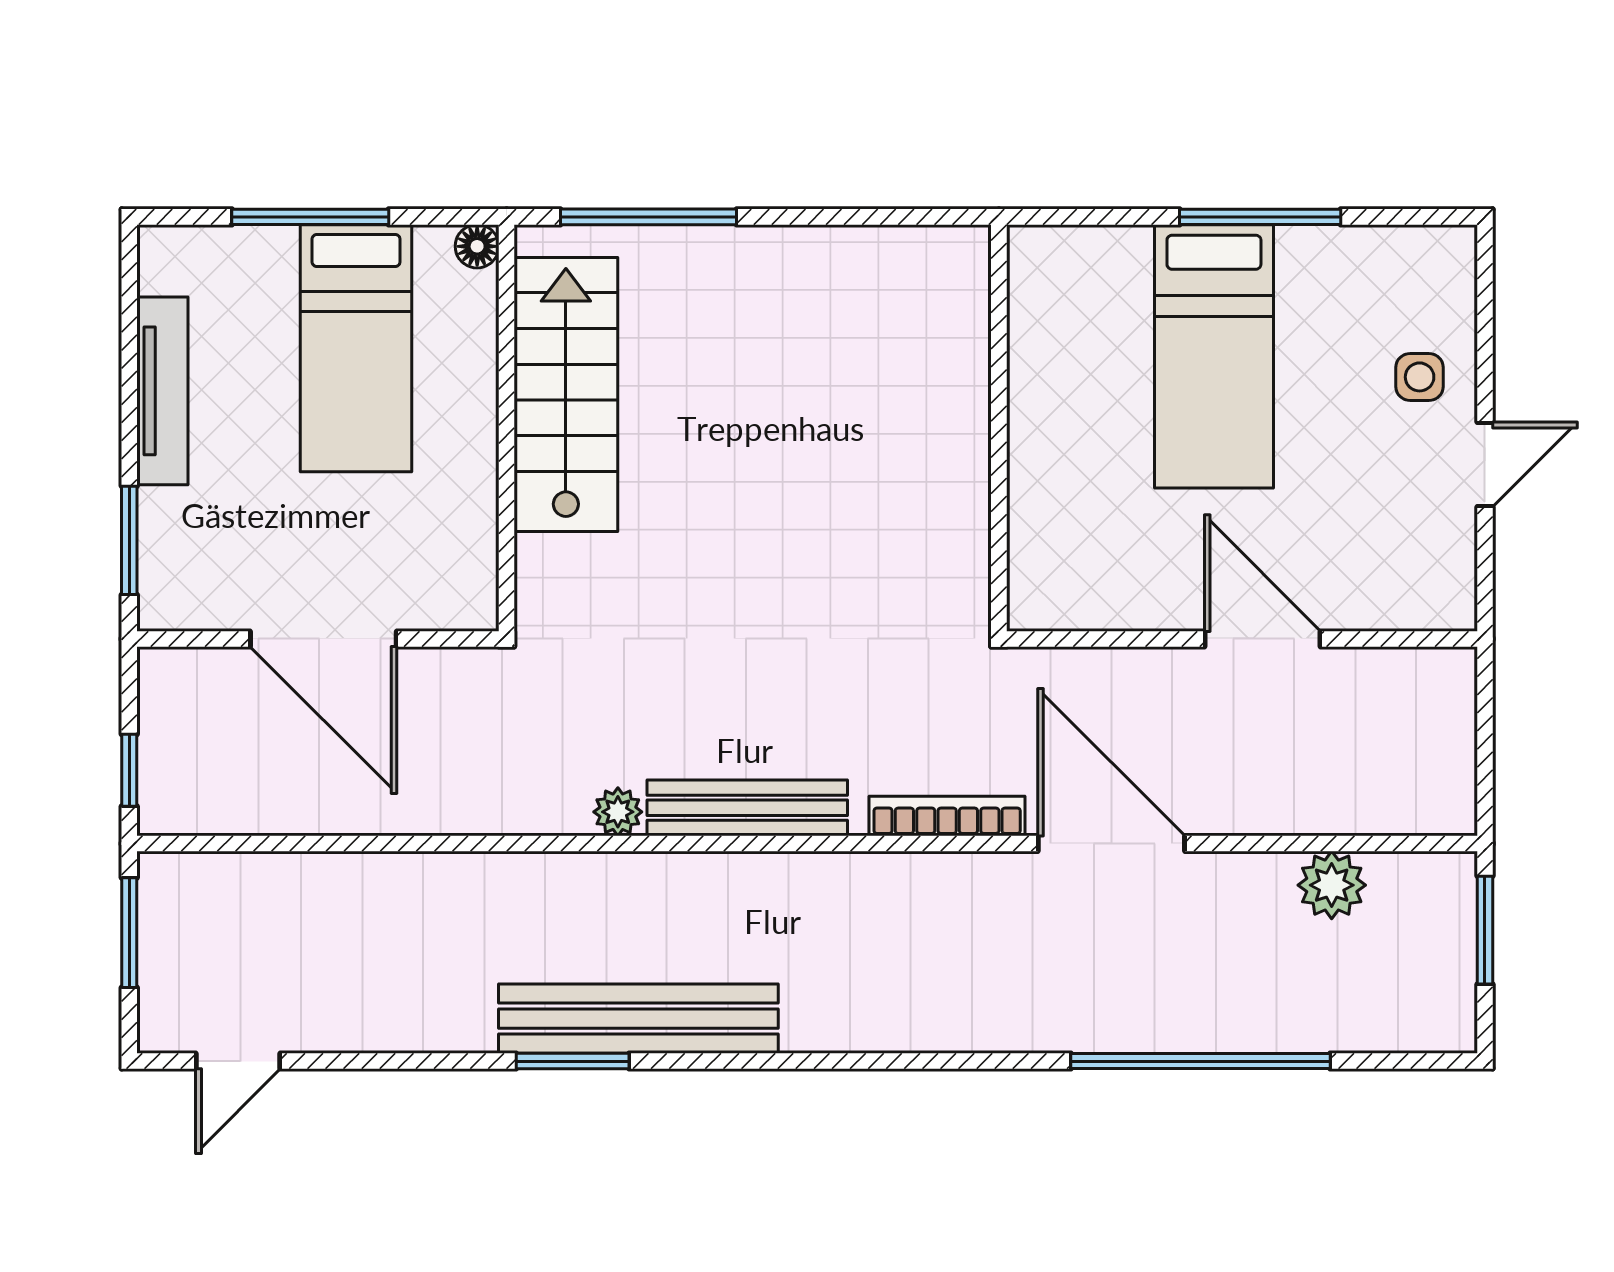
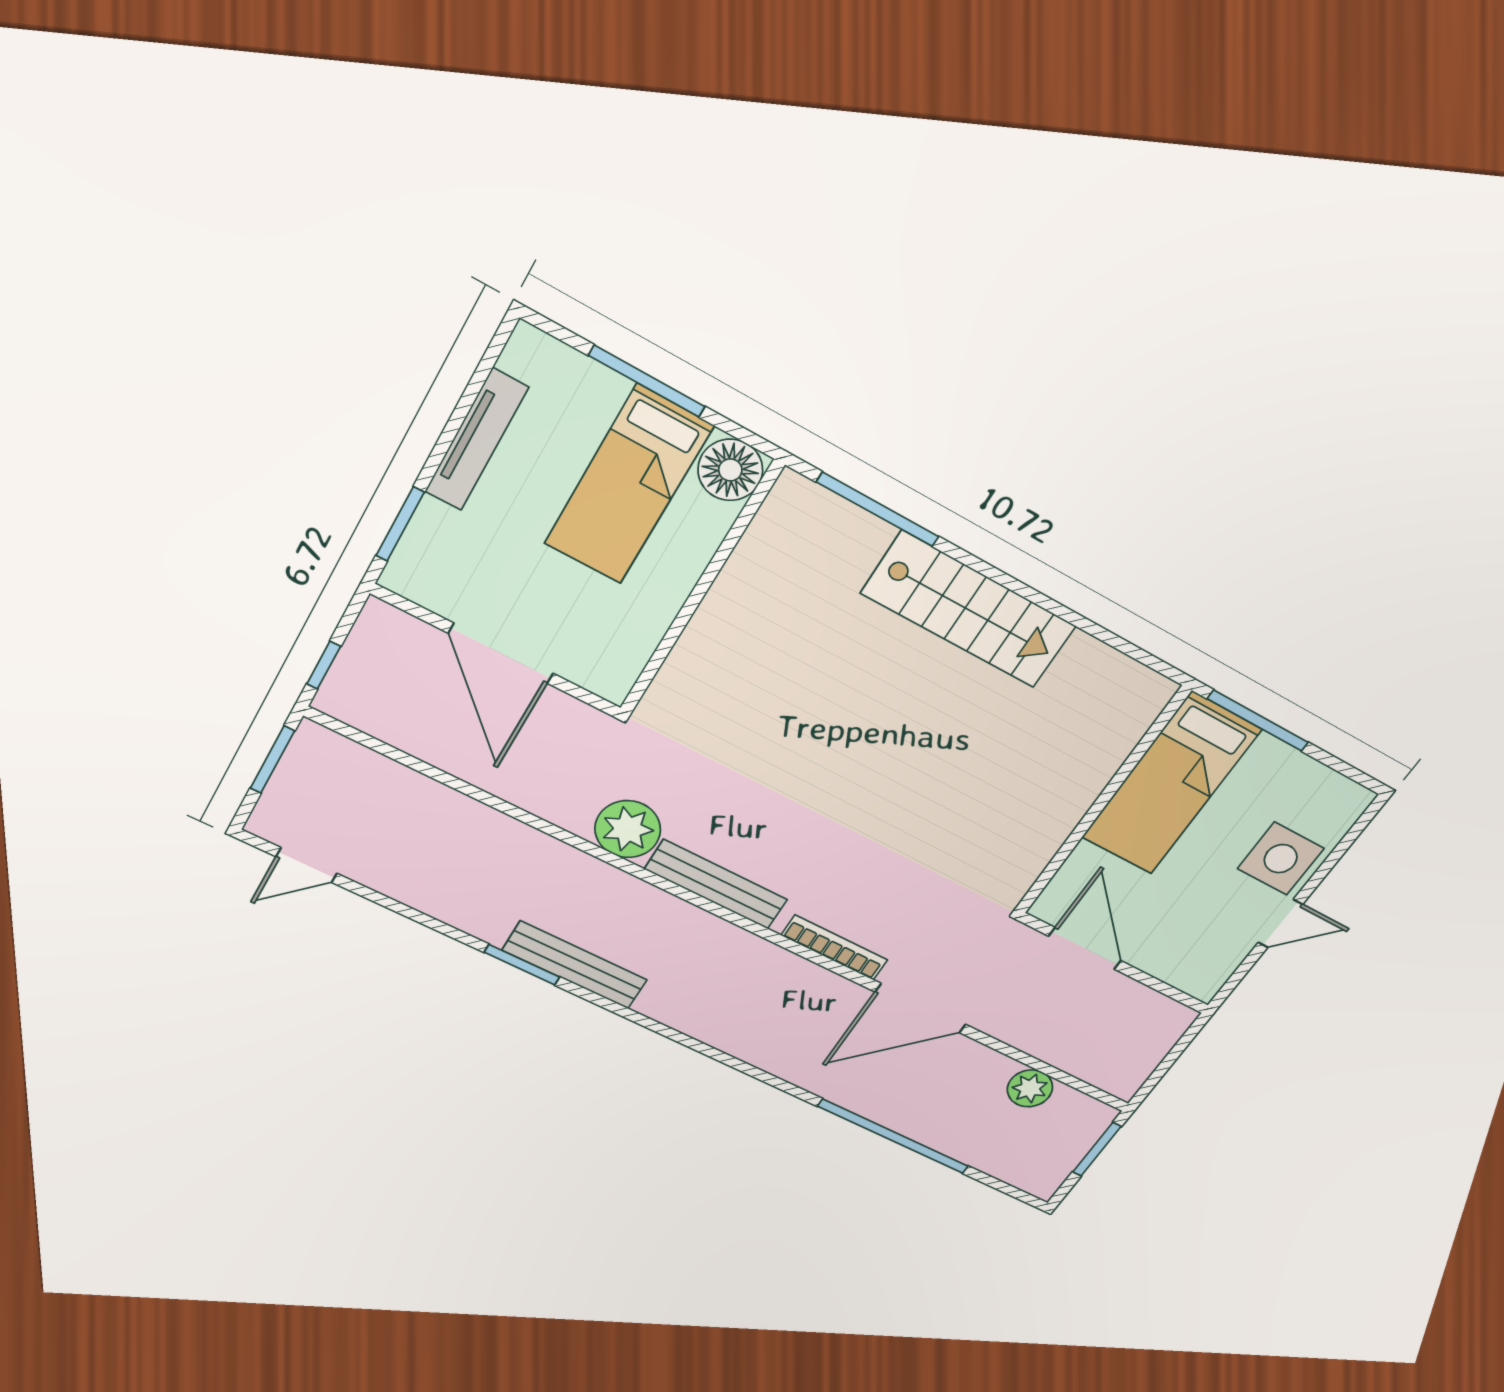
floor lamp: (477, 246) -> (730, 470), width x1.89, depth x1.89
side table: (1420, 377) -> (1281, 859), width x1.87, depth x1.87
stairs: (566, 394) -> (969, 610), moved, turned 90
wall: (999, 428) -> (1102, 802), moved
plant: (618, 812) -> (628, 829), width x1.88, depth x1.88
door: (1111, 844) -> (921, 1008), swing flipped
bench: (638, 1019) -> (575, 965), width x0.73, depth x0.82

